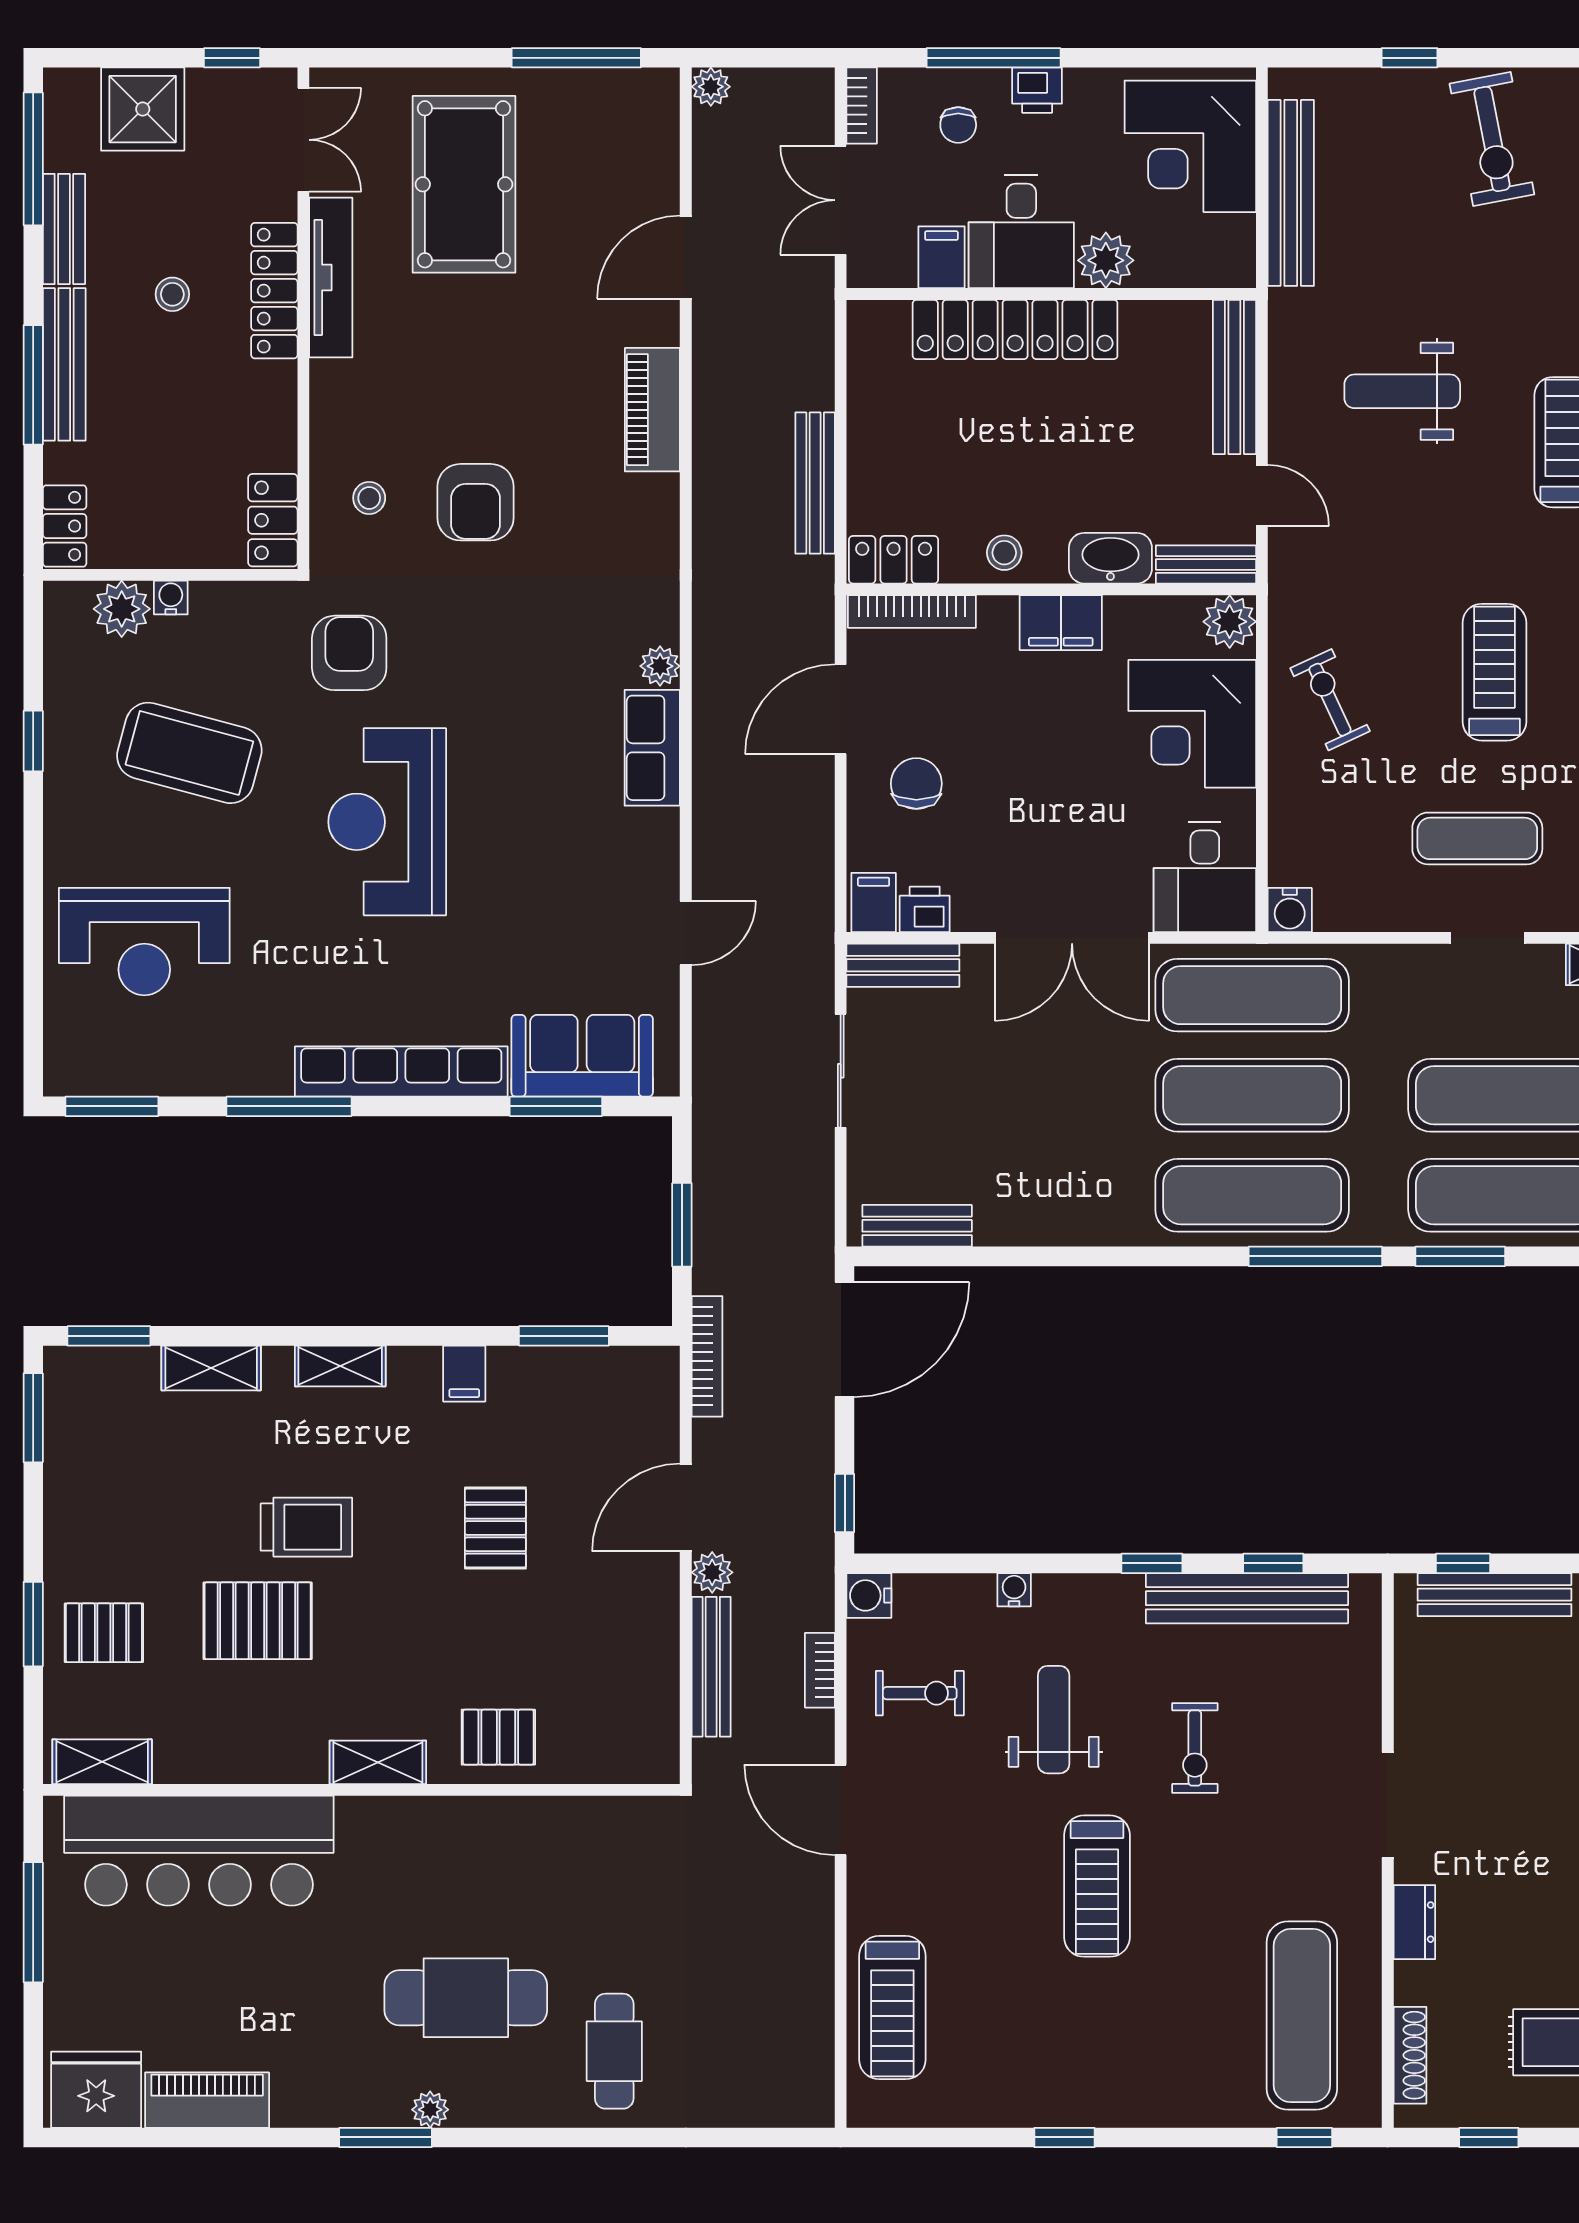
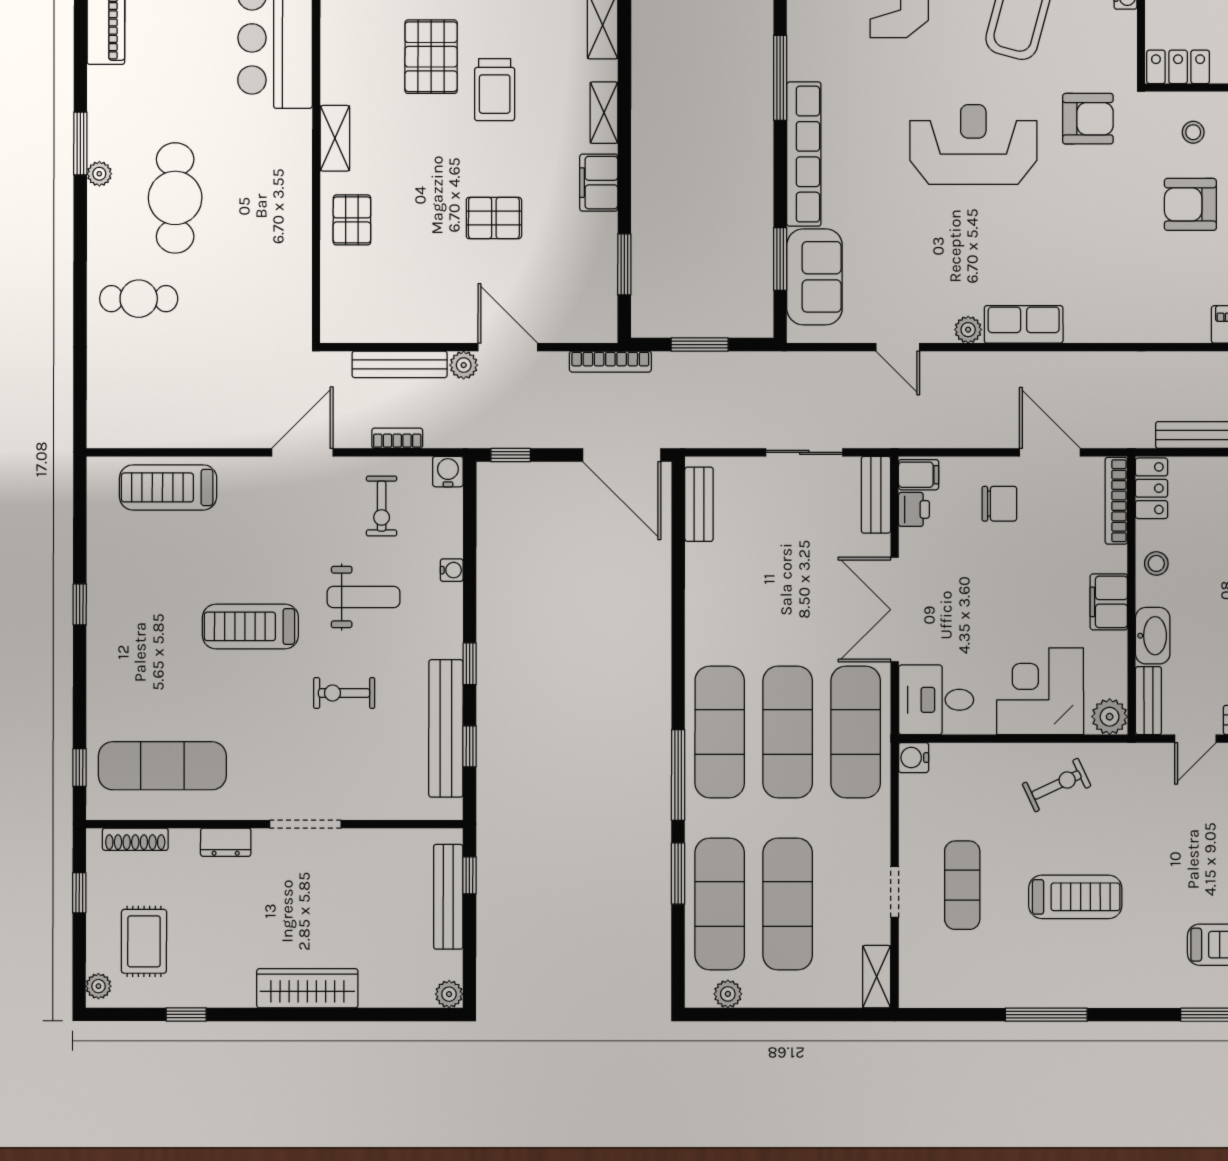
plant: (660, 666) -> (968, 330), moved
filing cabinet: (464, 1374) -> (599, 183), width x2.00

